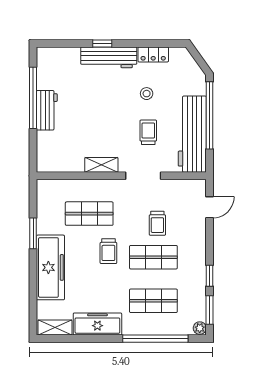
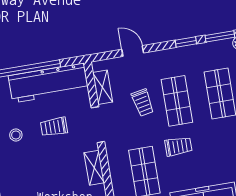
shelving: (179, 187) -> (103, 87), added
door: (210, 207) -> (133, 51), moved
trolley: (157, 223) -> (143, 103), turned 79

